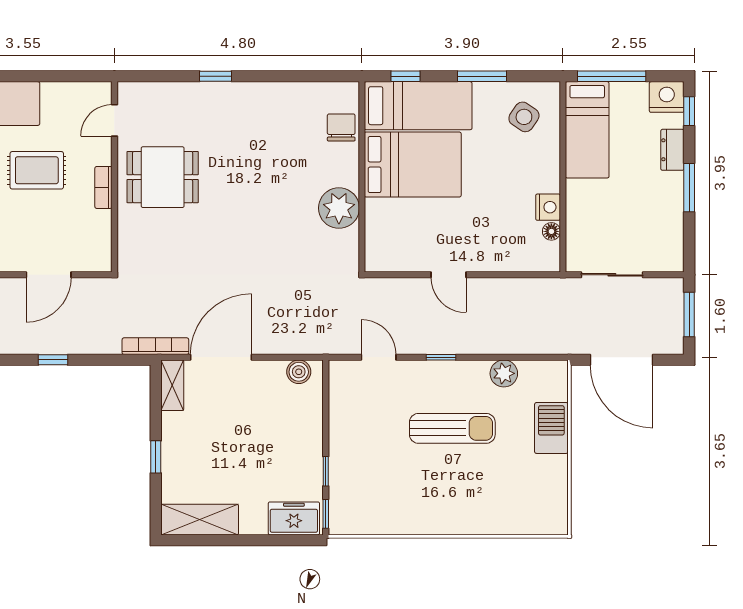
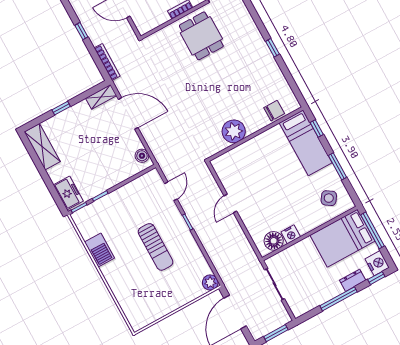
window: (215, 76) -> (272, 48), moved
bed: (587, 130) -> (342, 238), width x1.50
bed: (413, 165) -> (275, 156), removed
window: (689, 188) -> (338, 299), width x1.44
floor lamp: (551, 231) -> (274, 241), width x1.89, depth x1.89
bookcase: (155, 346) -> (107, 62), moved
plant: (504, 373) -> (210, 282), moved
barbecue: (551, 428) -> (99, 250), moved, turned 90

